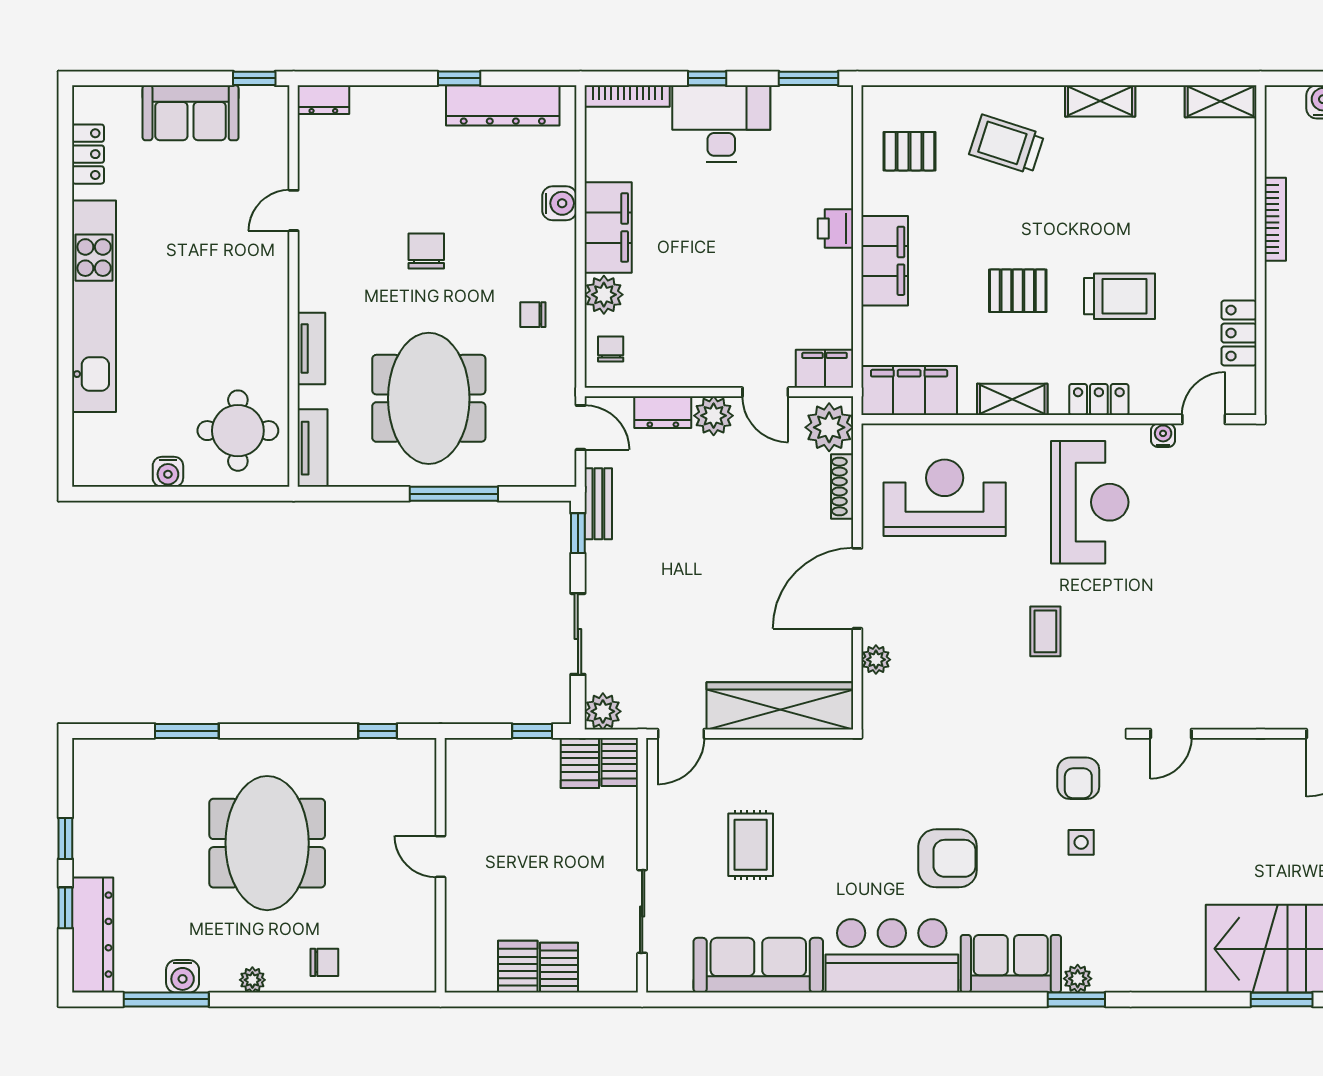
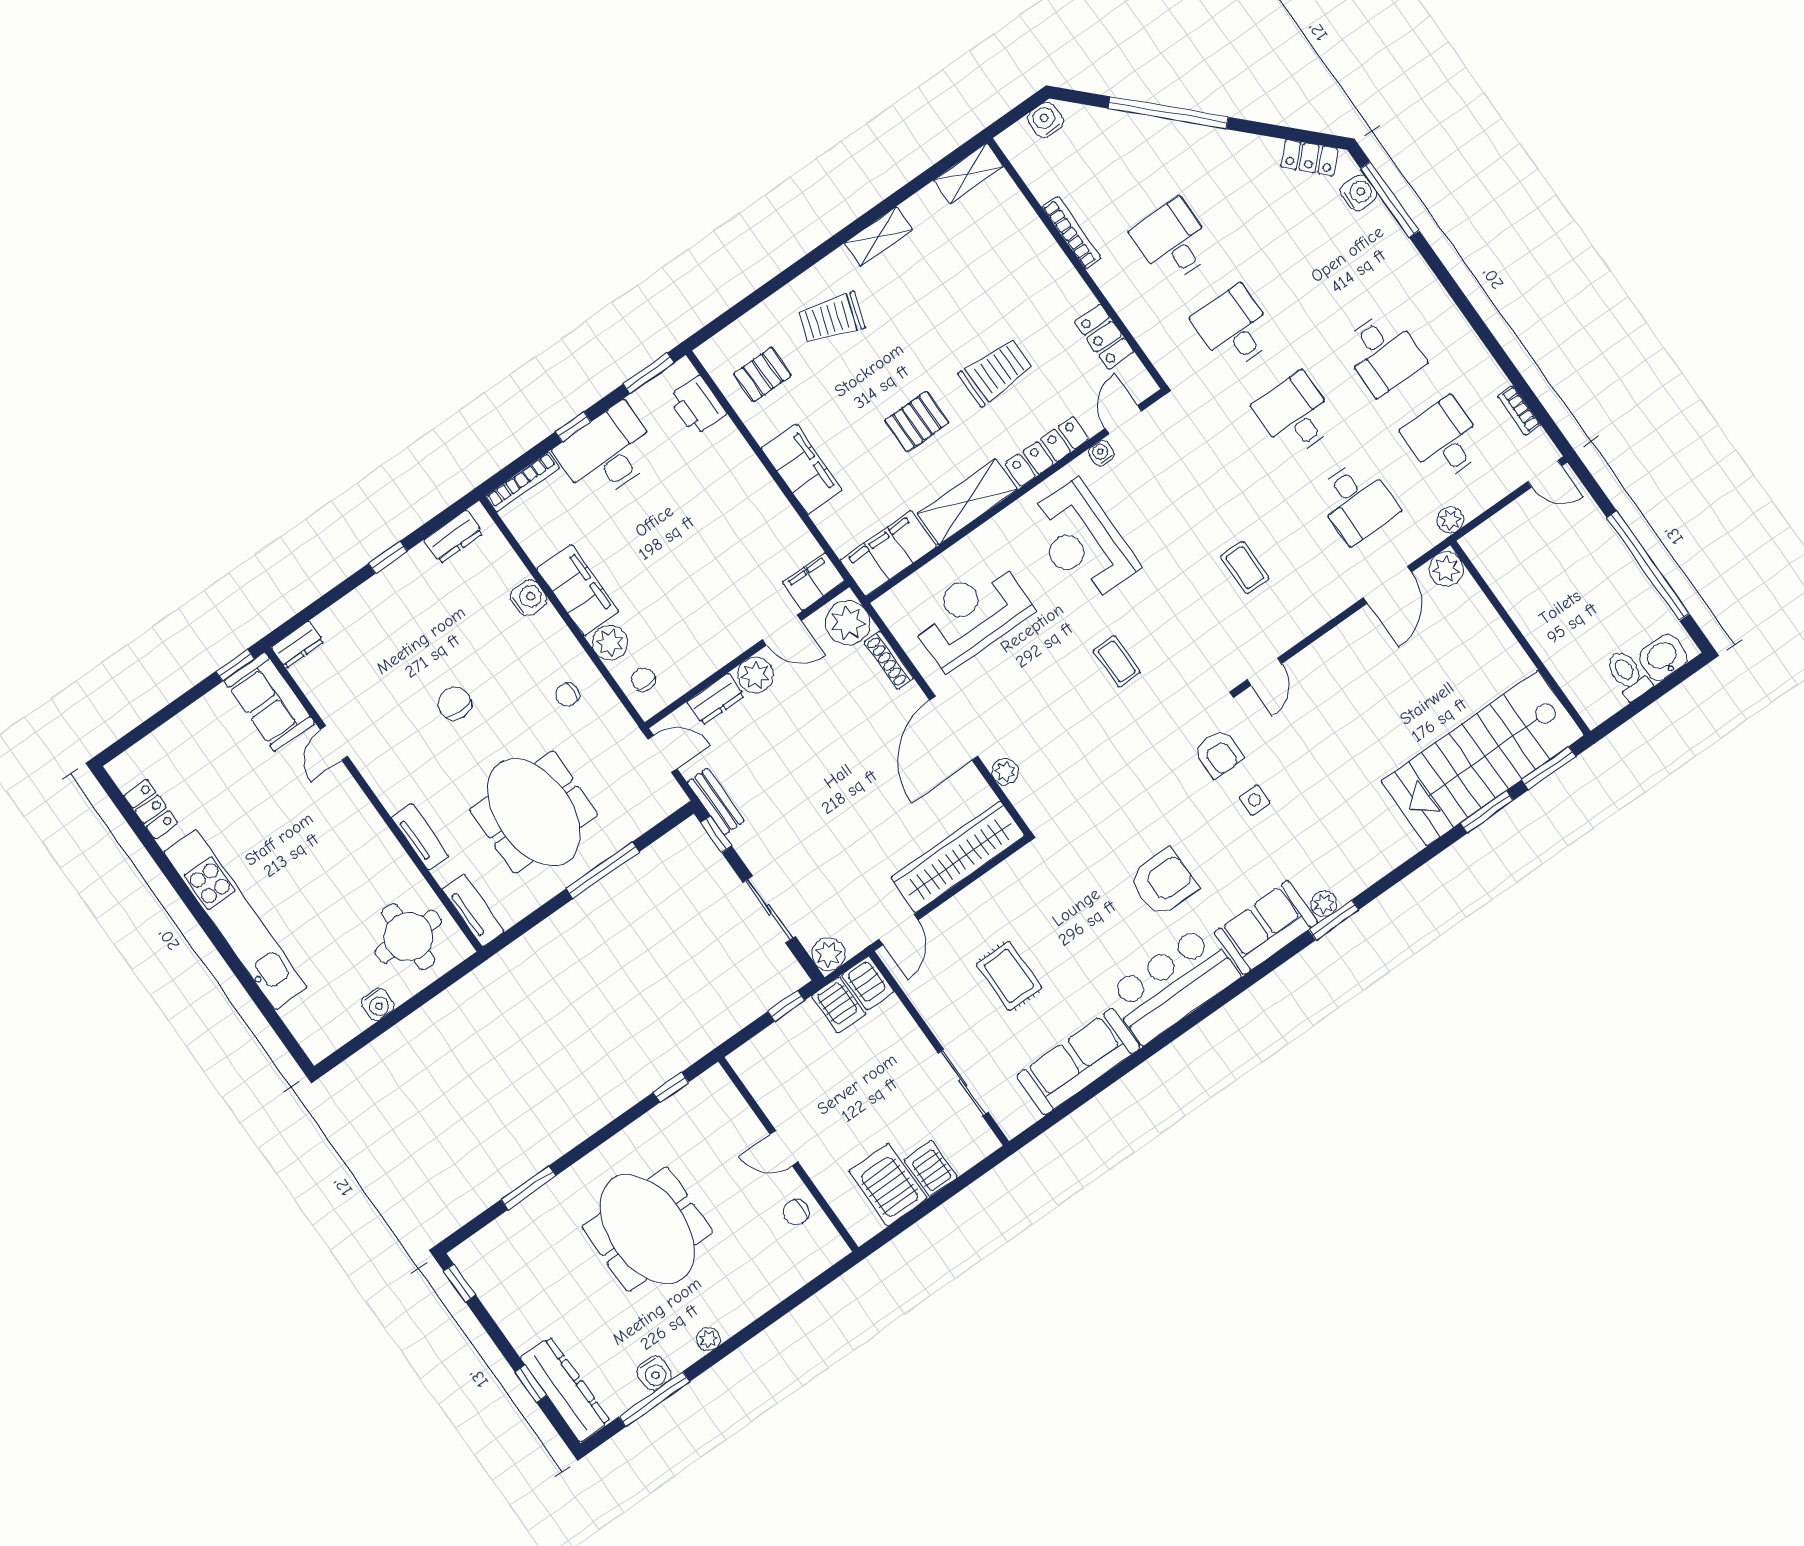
dresser: (503, 105) -> (453, 537), width x0.51, depth x0.80
sofa: (191, 113) -> (269, 702), moved, turned 90
printer: (836, 228) -> (697, 406), moved, width x1.36, depth x1.24
shelving: (1012, 399) -> (967, 502), width x1.50, depth x1.33
locker: (1099, 399) -> (1047, 451), width x1.53
reception desk: (1090, 502) -> (1082, 542), turned 180
coffee table: (1219, 628) -> (1245, 568), added
window: (65, 838) -> (460, 1283), moved
chair: (324, 962) -> (796, 1212), moved, turned 180
server rack: (518, 967) -> (888, 1185), width x1.36, depth x1.44

